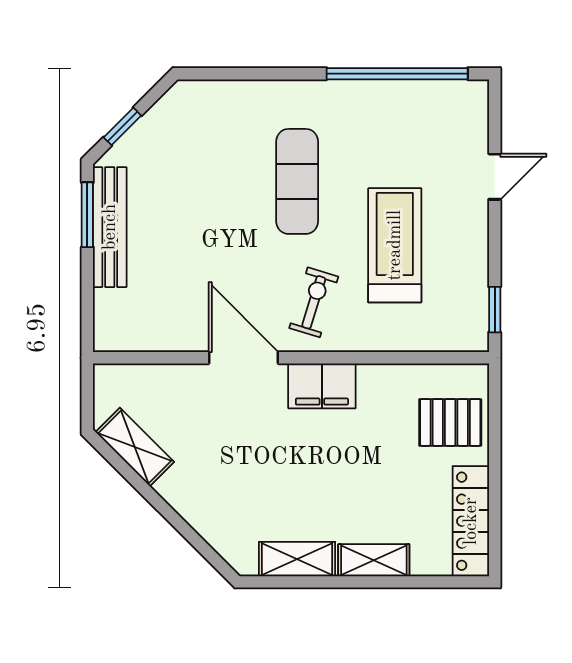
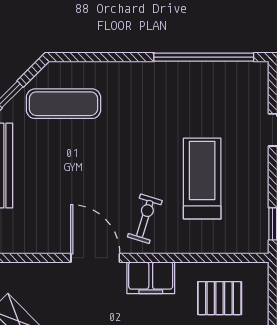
exercise mat: (297, 181) -> (63, 104), moved, turned 90
pallet: (450, 422) -> (220, 298), moved

